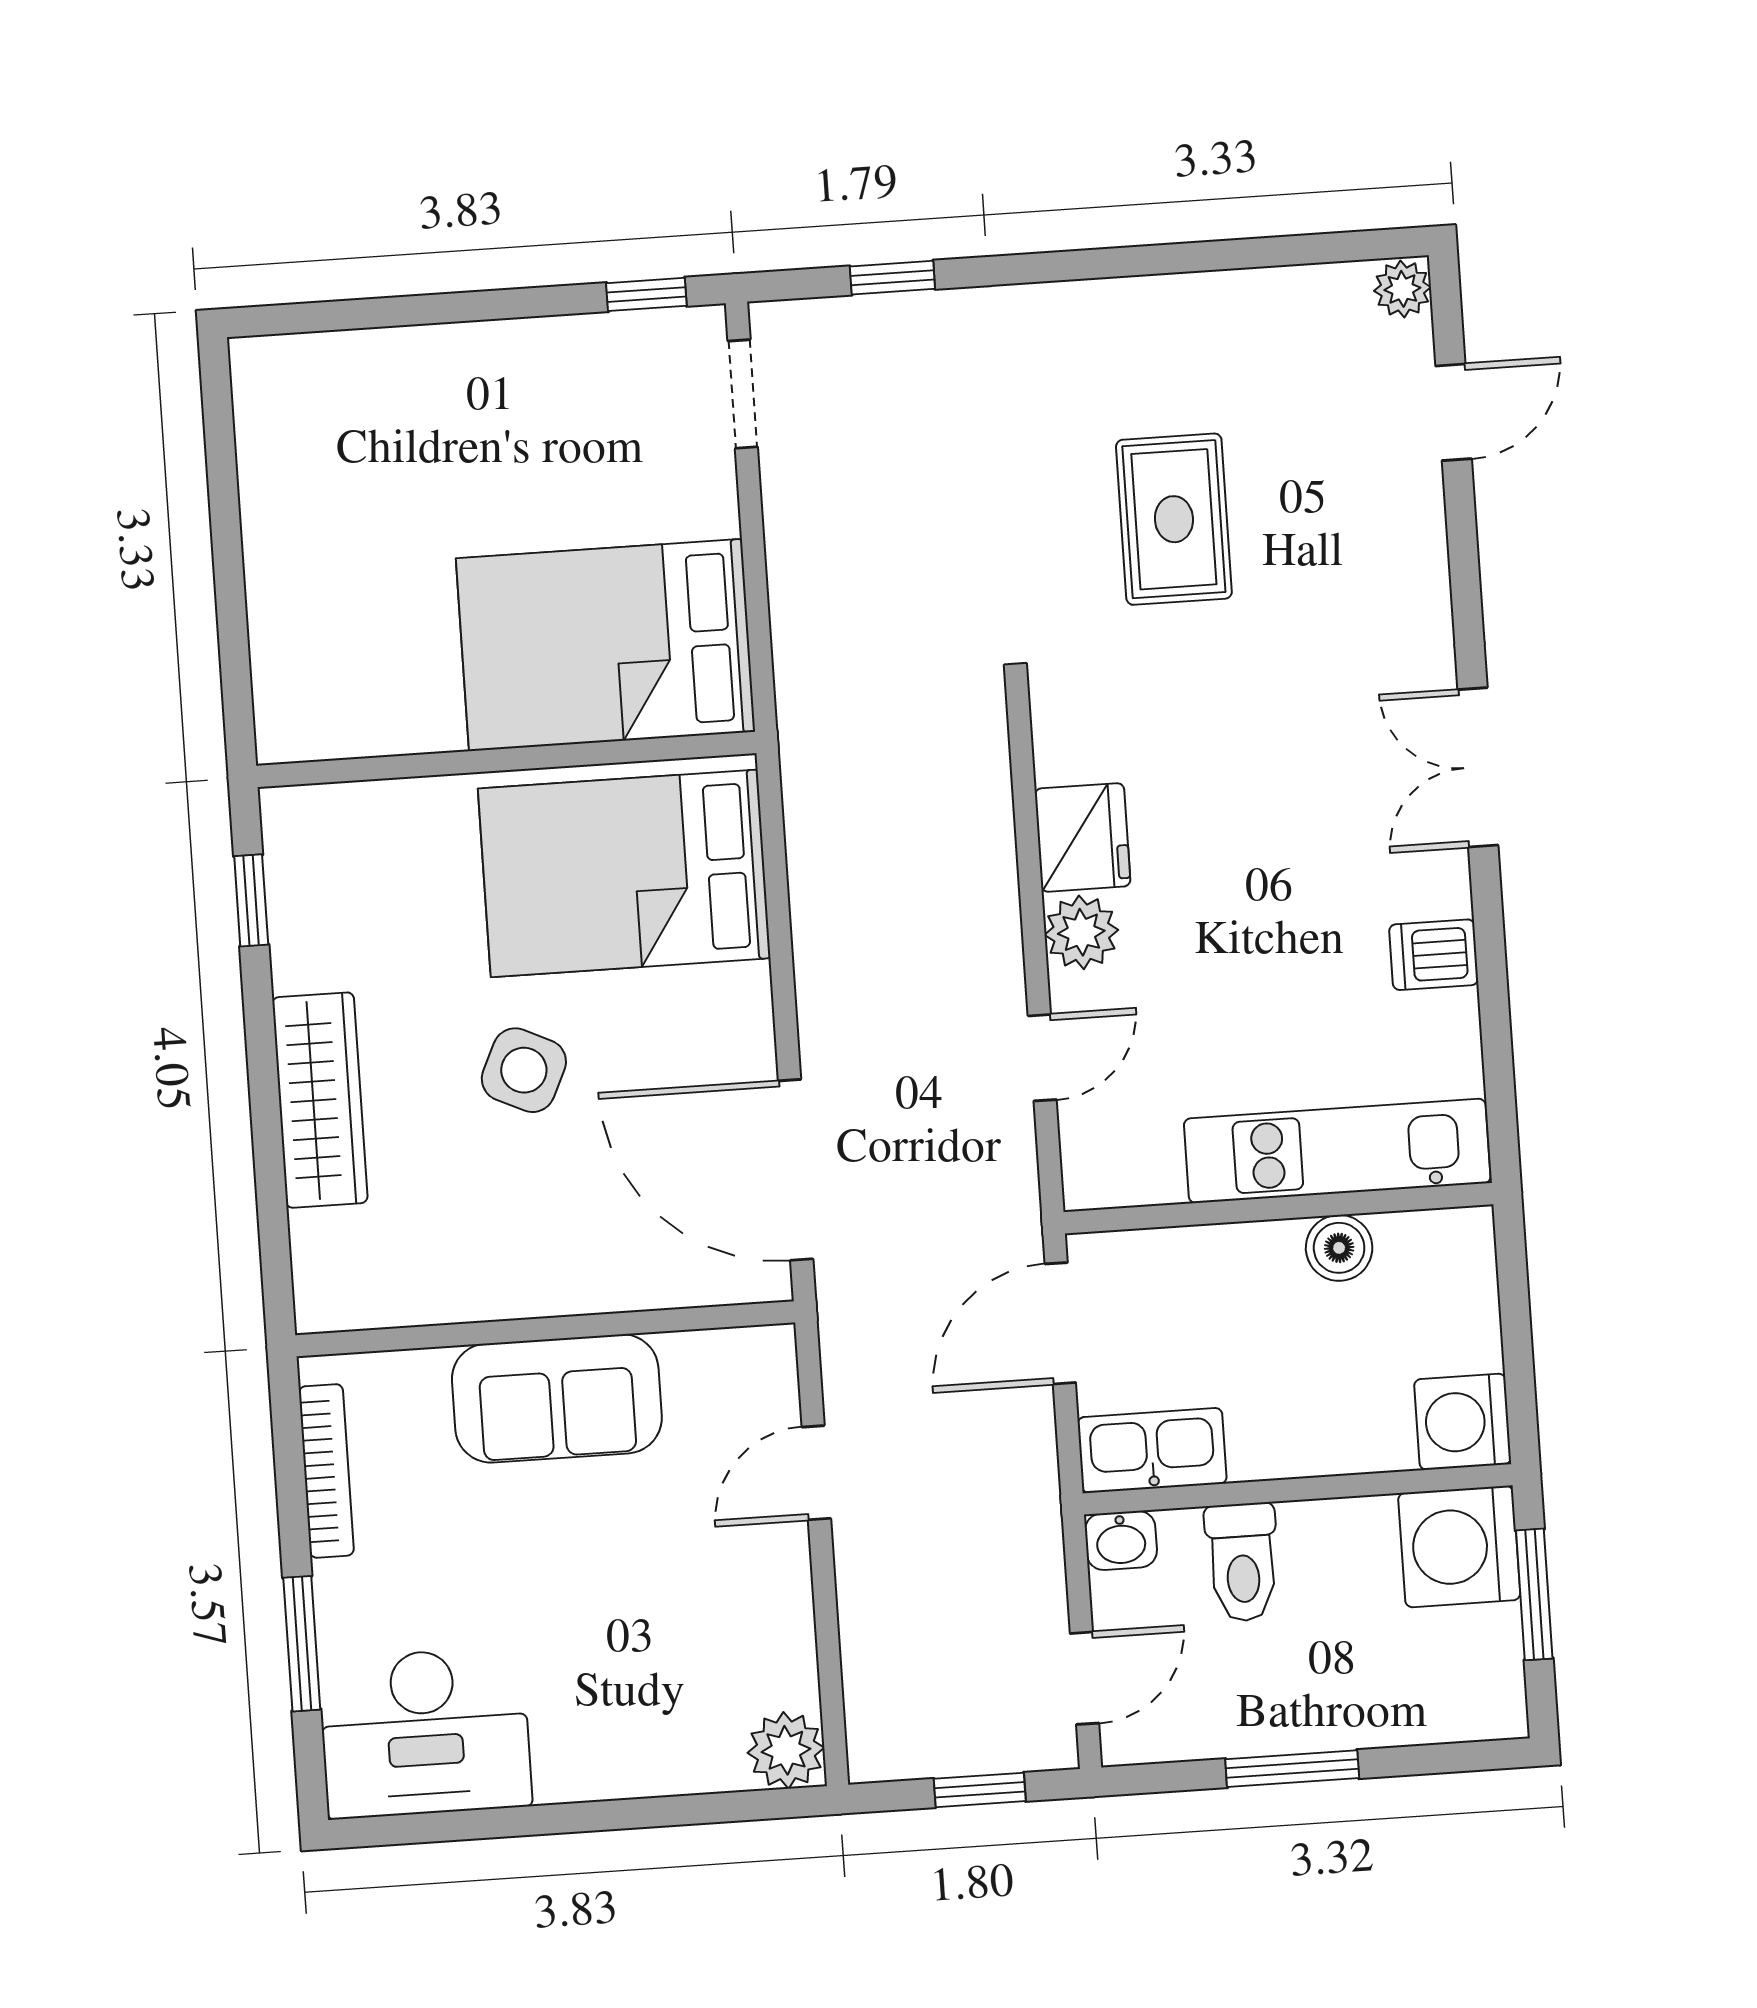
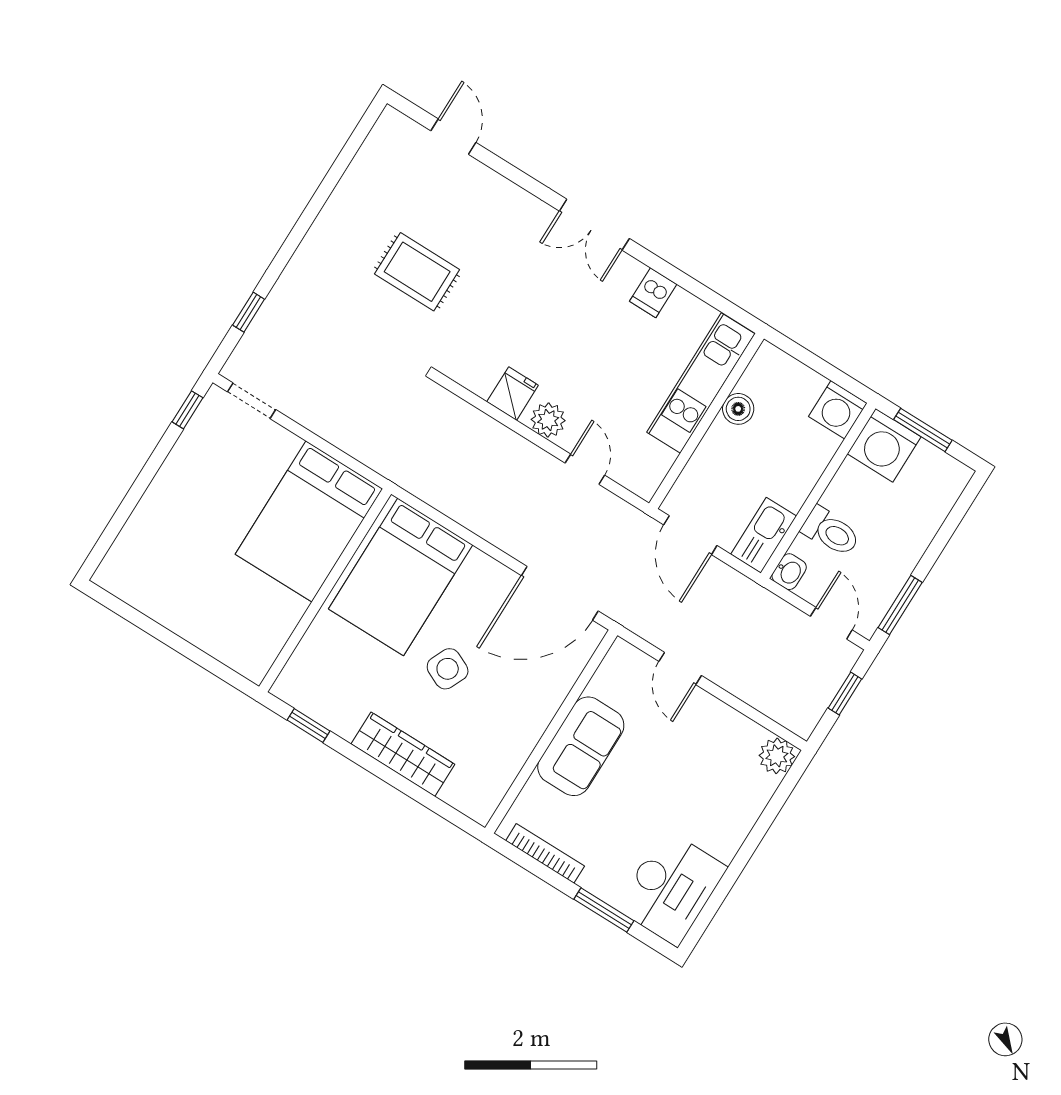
plant: (1402, 289) -> (393, 122), removed
fridge: (1083, 837) -> (513, 394), width x0.72
window: (1292, 1769) -> (900, 605), moved

